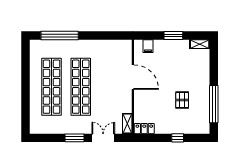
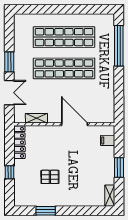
door: (133, 77) -> (75, 124), swing flipped
window: (214, 104) -> (46, 211), width x0.47
shelving: (127, 124) -> (36, 118), moved
locker: (144, 129) -> (19, 142), width x1.53

